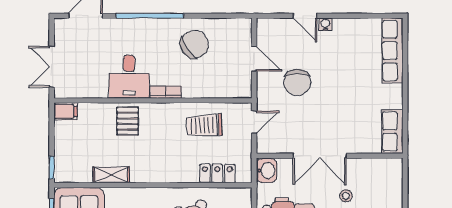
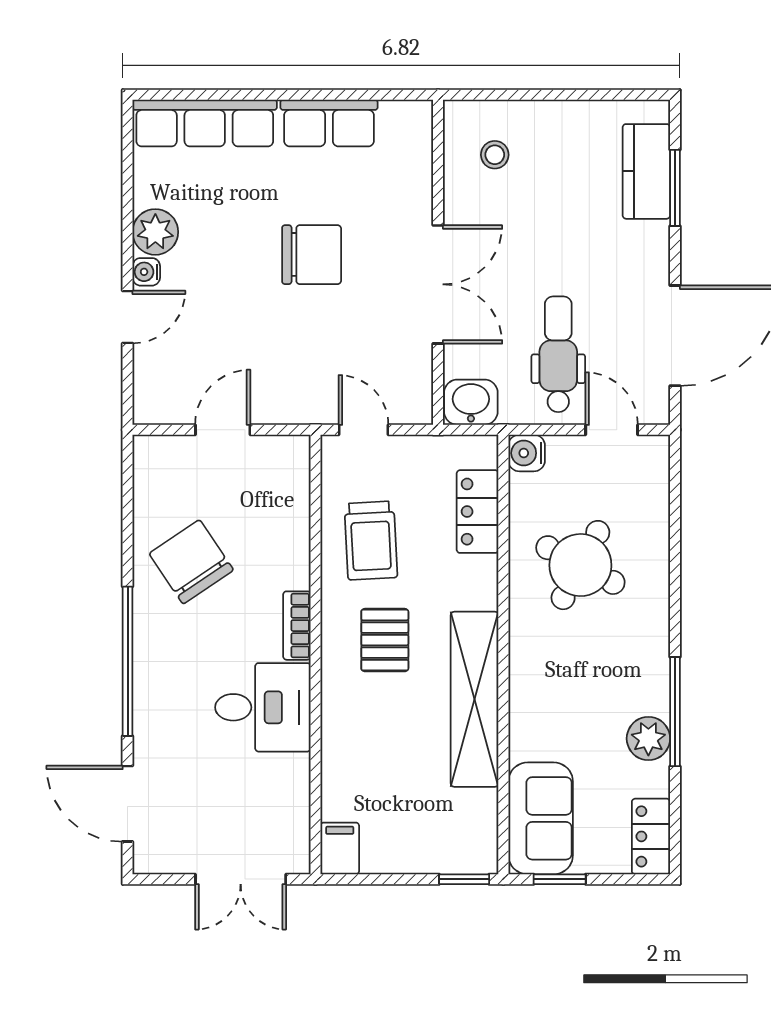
plant: (343, 28) -> (155, 232), added
chair: (297, 82) -> (312, 255), moved
pallet: (128, 121) -> (385, 640), moved, turned 90
row of seats: (392, 132) -> (329, 123), moved
shelving: (111, 175) -> (475, 699), width x2.20, depth x1.33
water cooler: (244, 196) -> (527, 453), added
stool: (346, 196) -> (495, 155), moved

